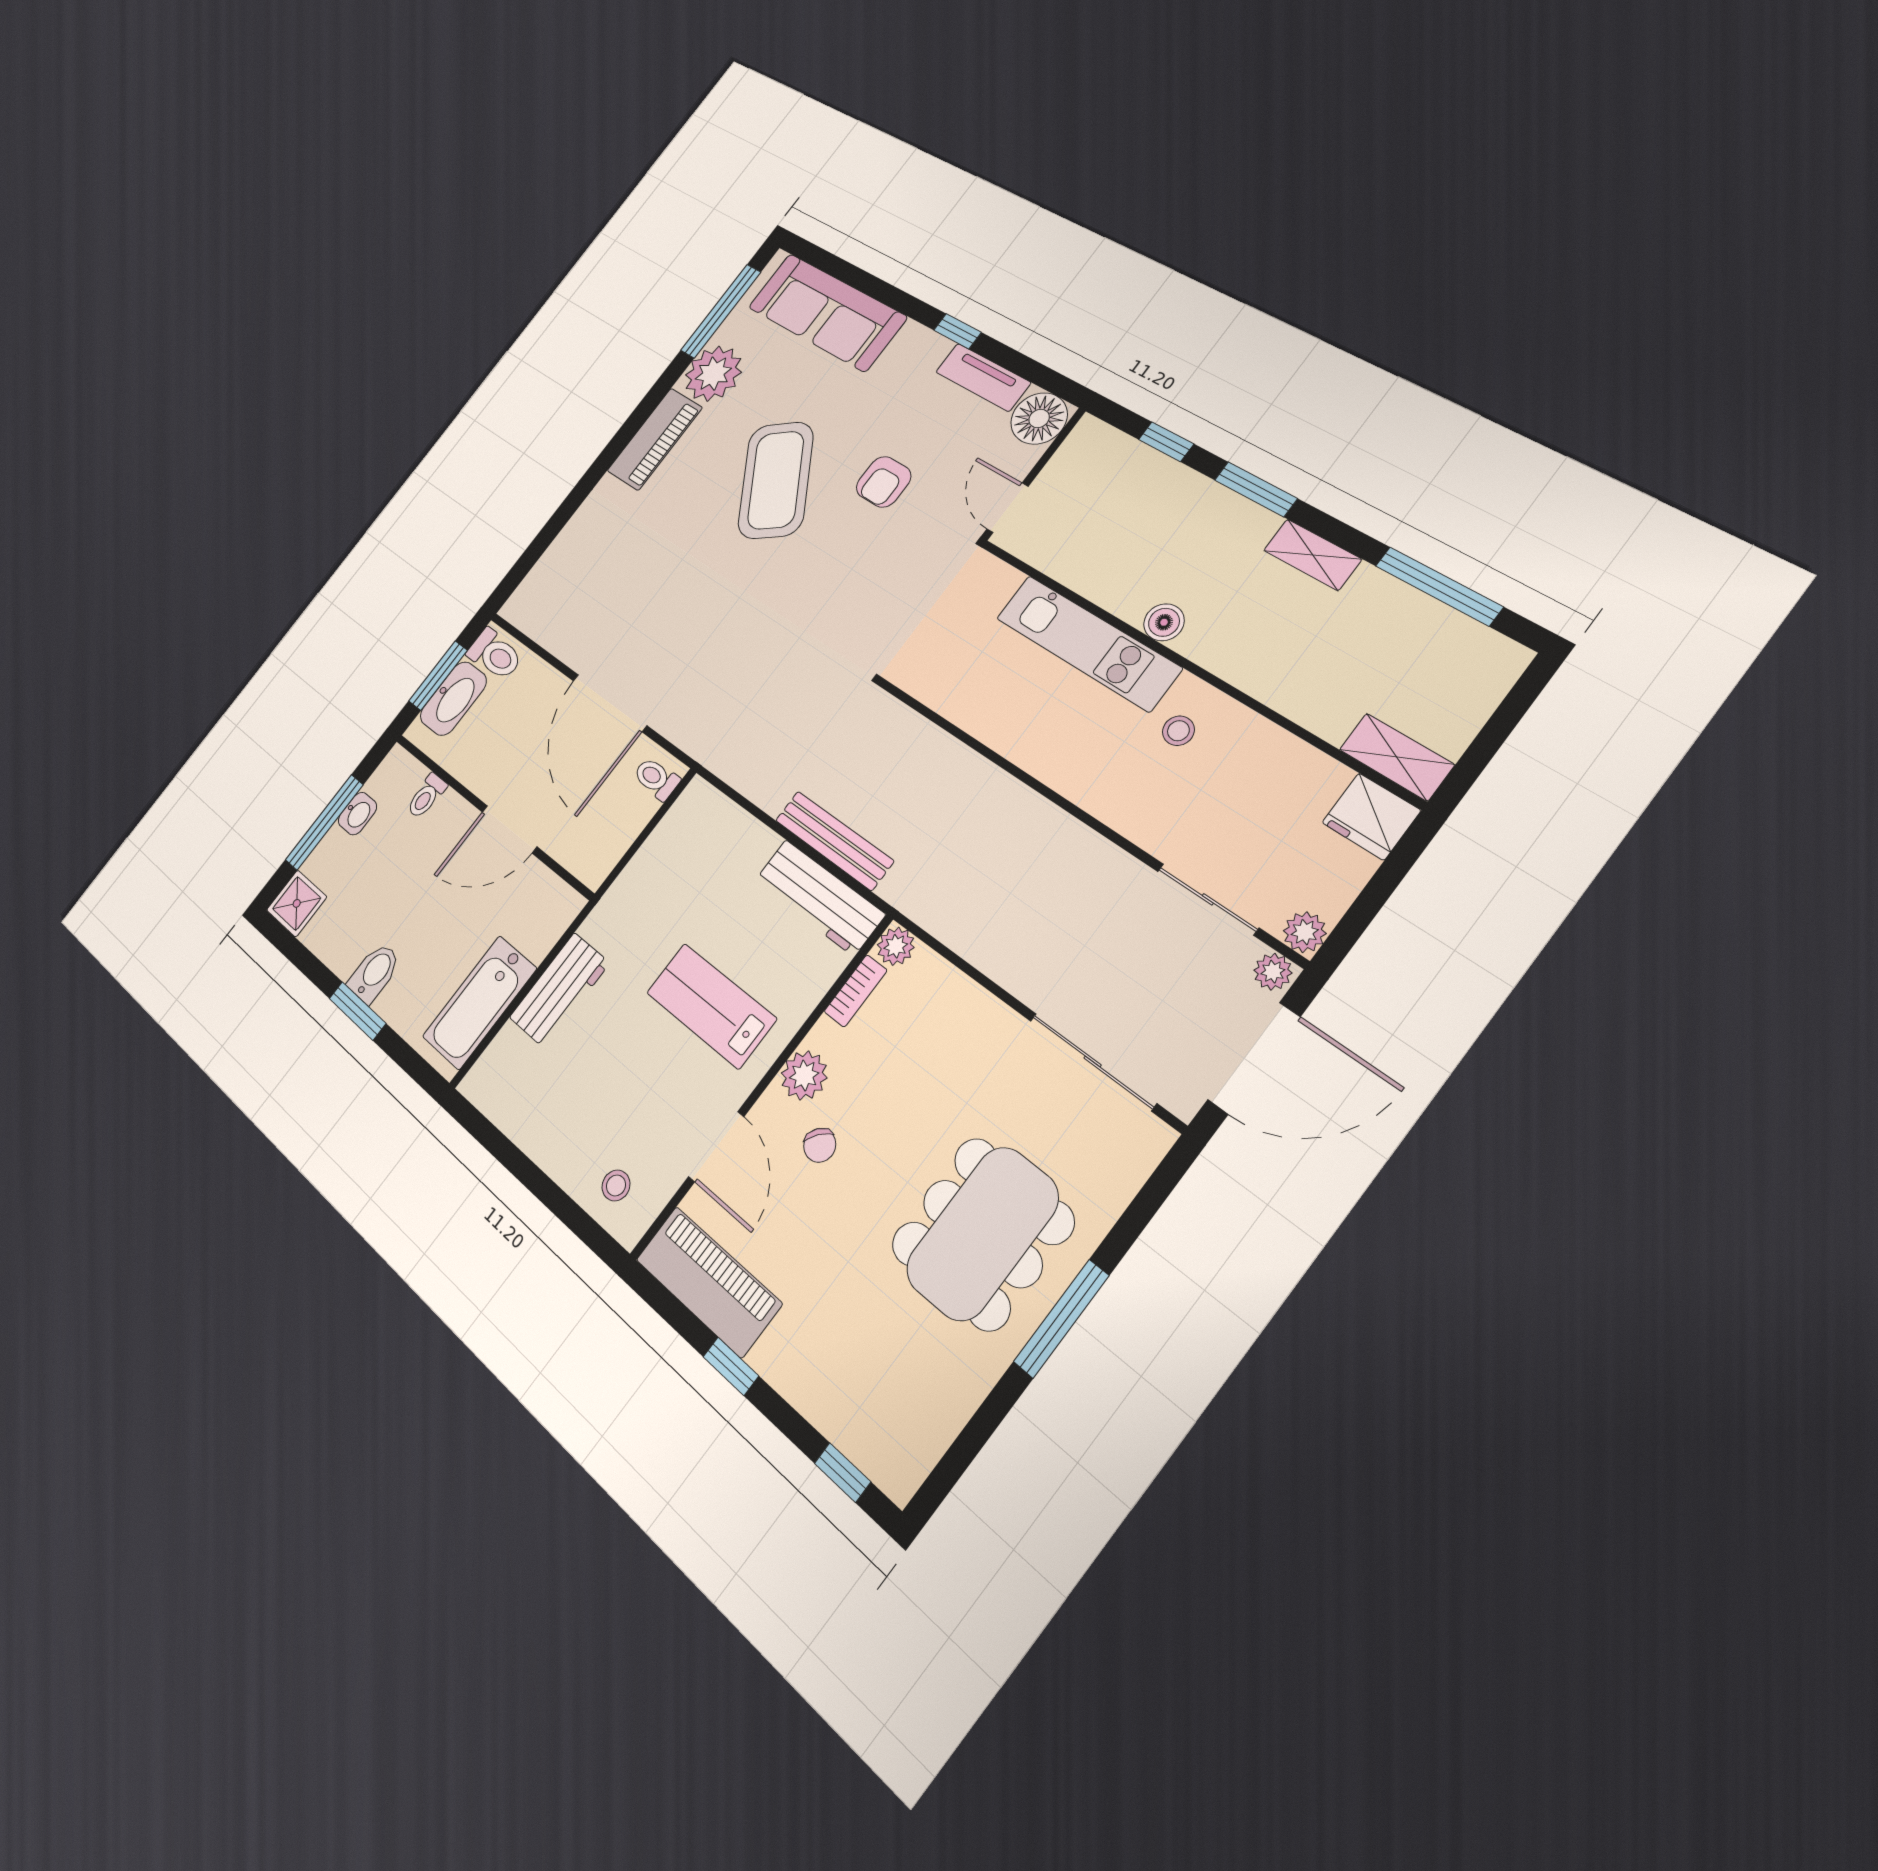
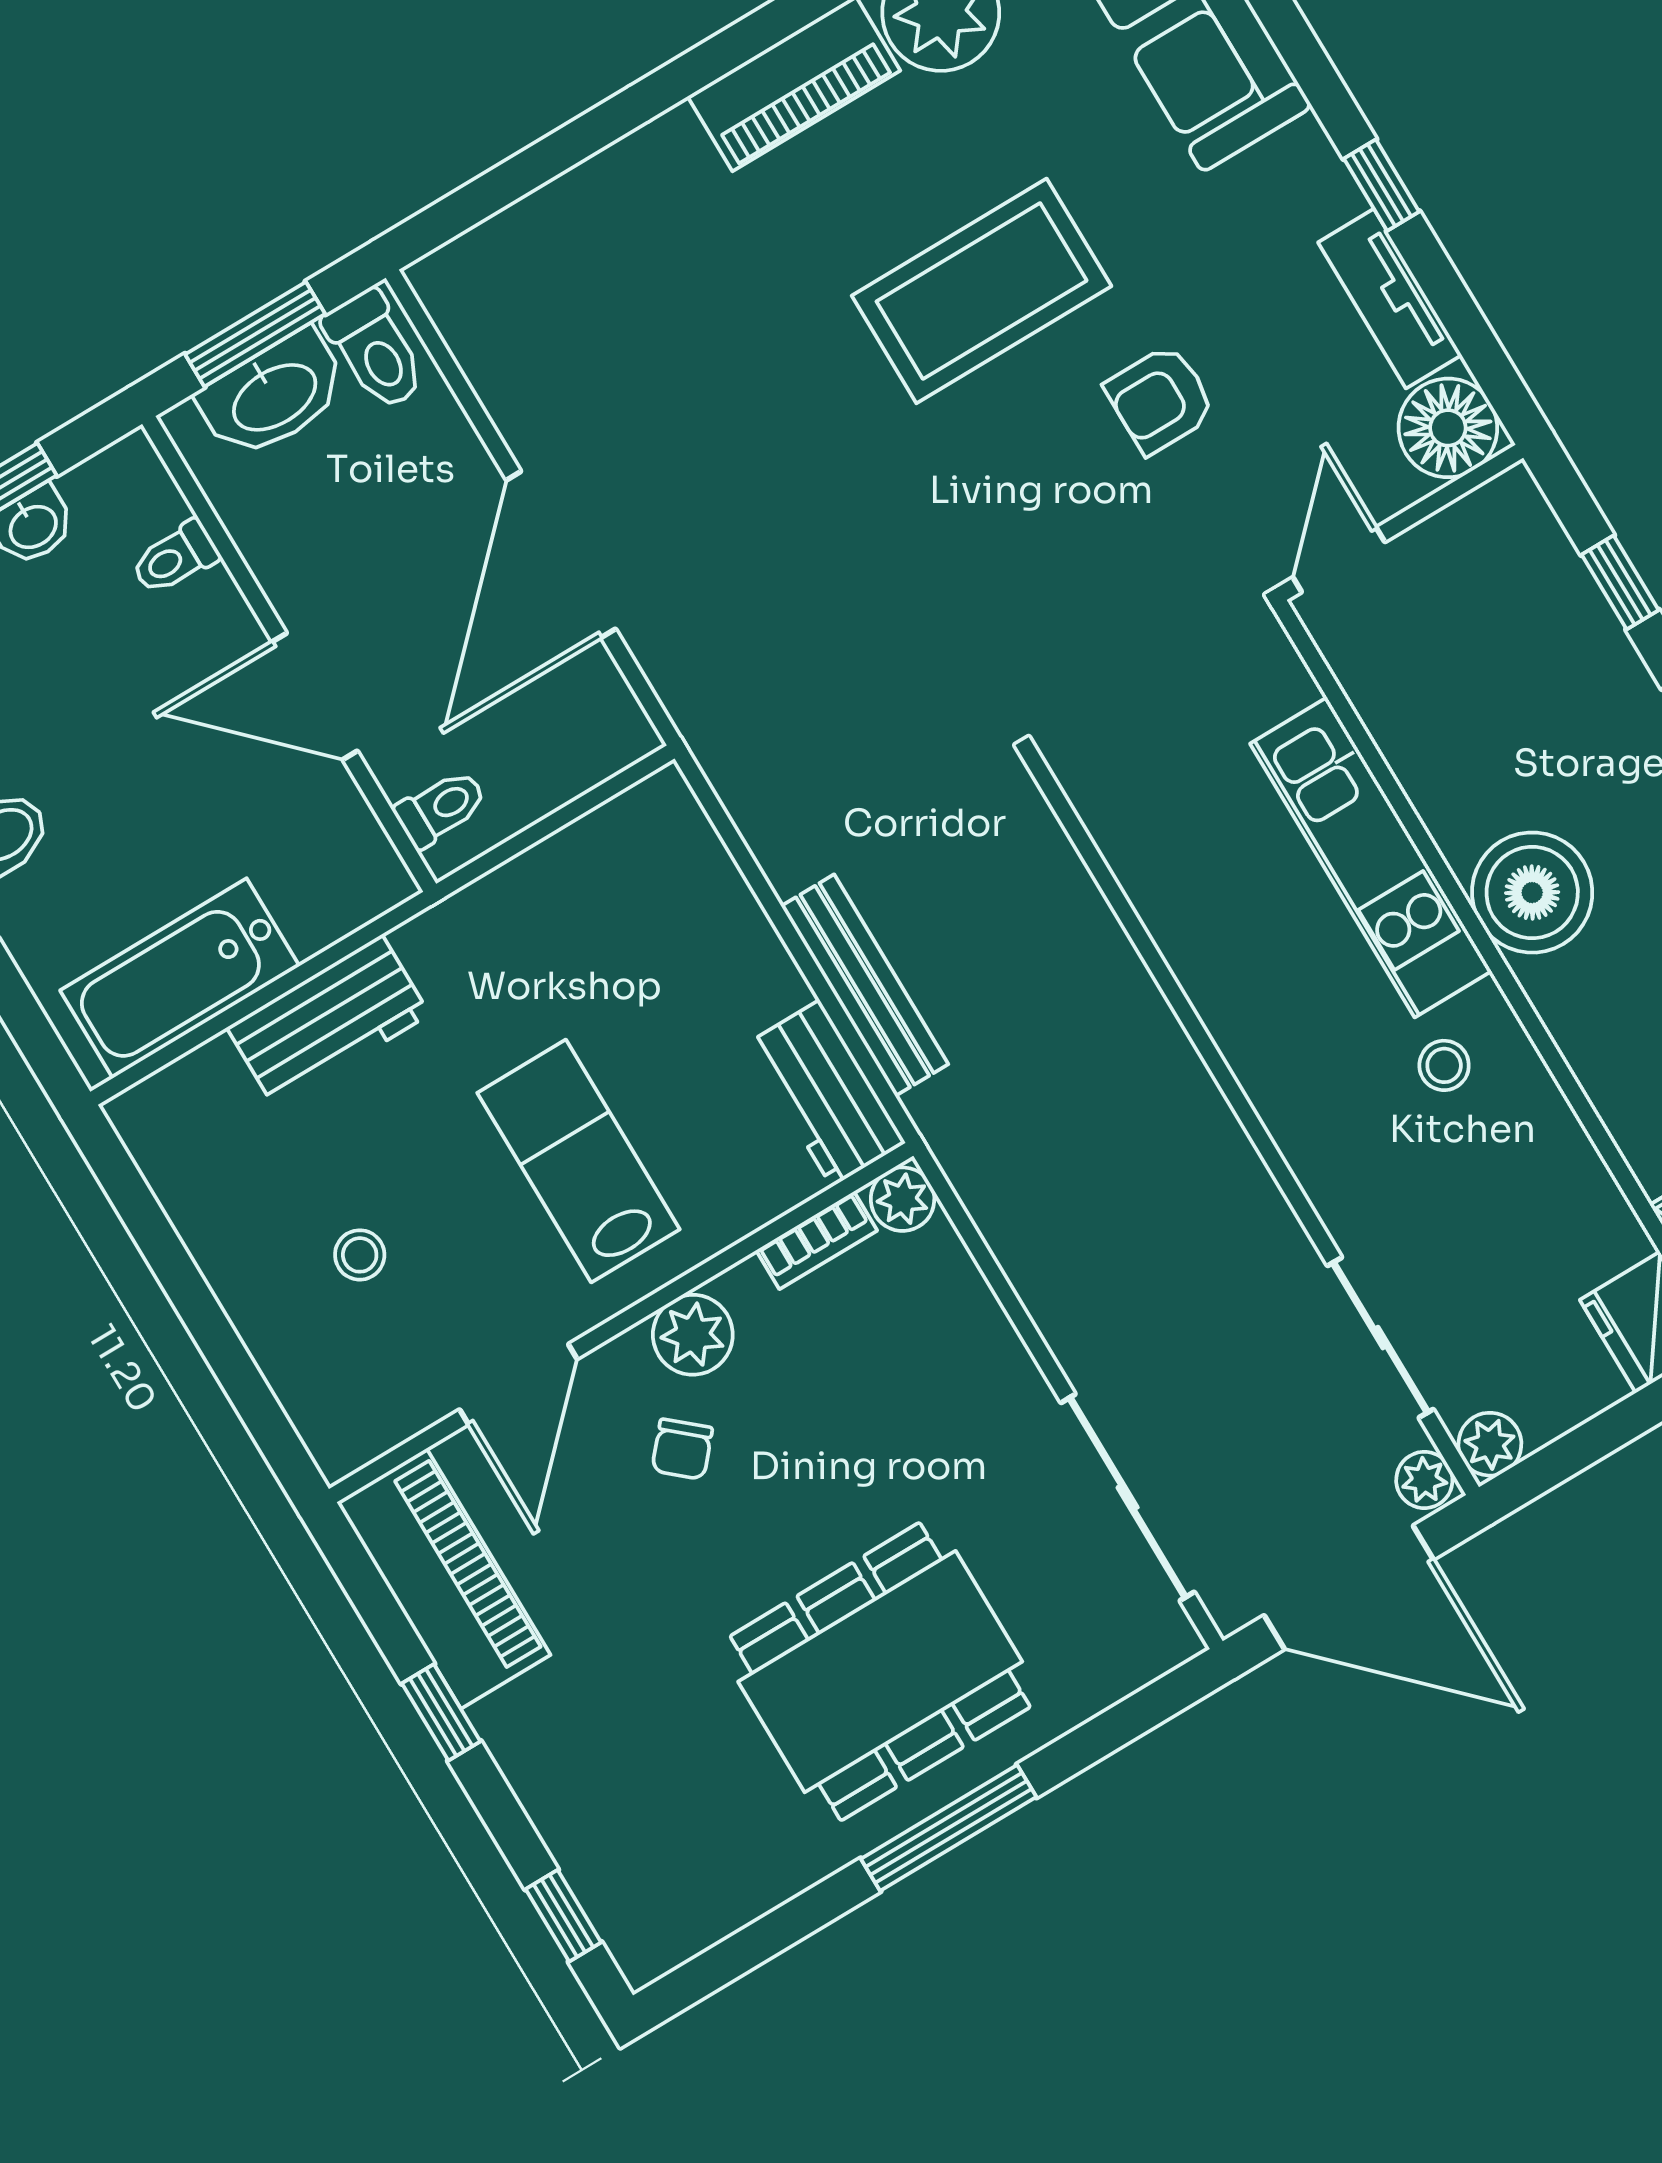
coffee table: (776, 480) -> (982, 291), turned 34
boiler: (1164, 622) -> (1532, 893), width x1.86, depth x1.86
toilet: (656, 779) -> (441, 808), moved, turned 90
workbench: (819, 897) -> (826, 1093), width x0.73
stool: (616, 1185) -> (360, 1255), moved

